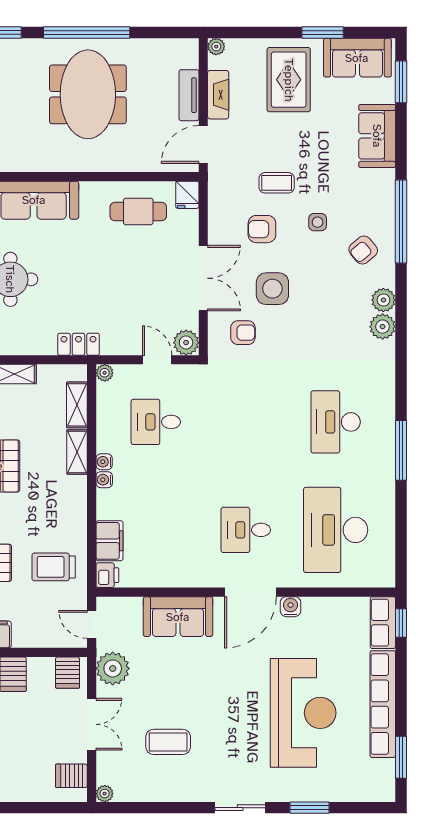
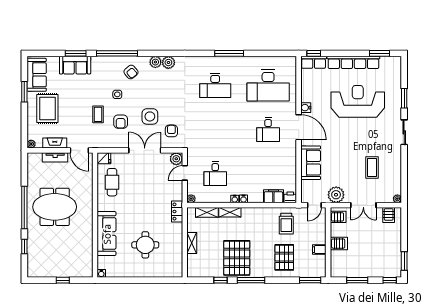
rug: (289, 80) -> (47, 108), turned 90
window: (401, 82) -> (76, 53), moved
double door: (92, 724) -> (363, 205), swing flipped

